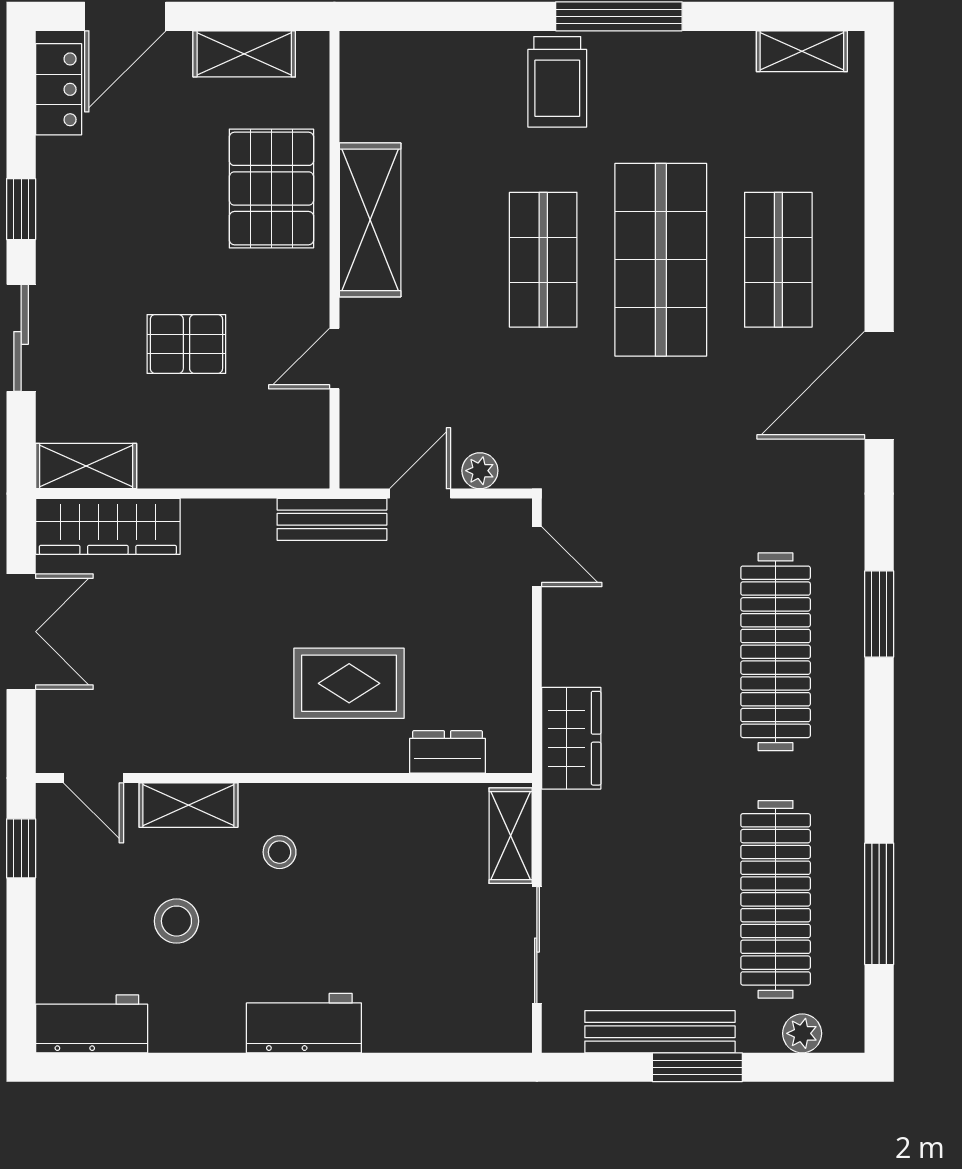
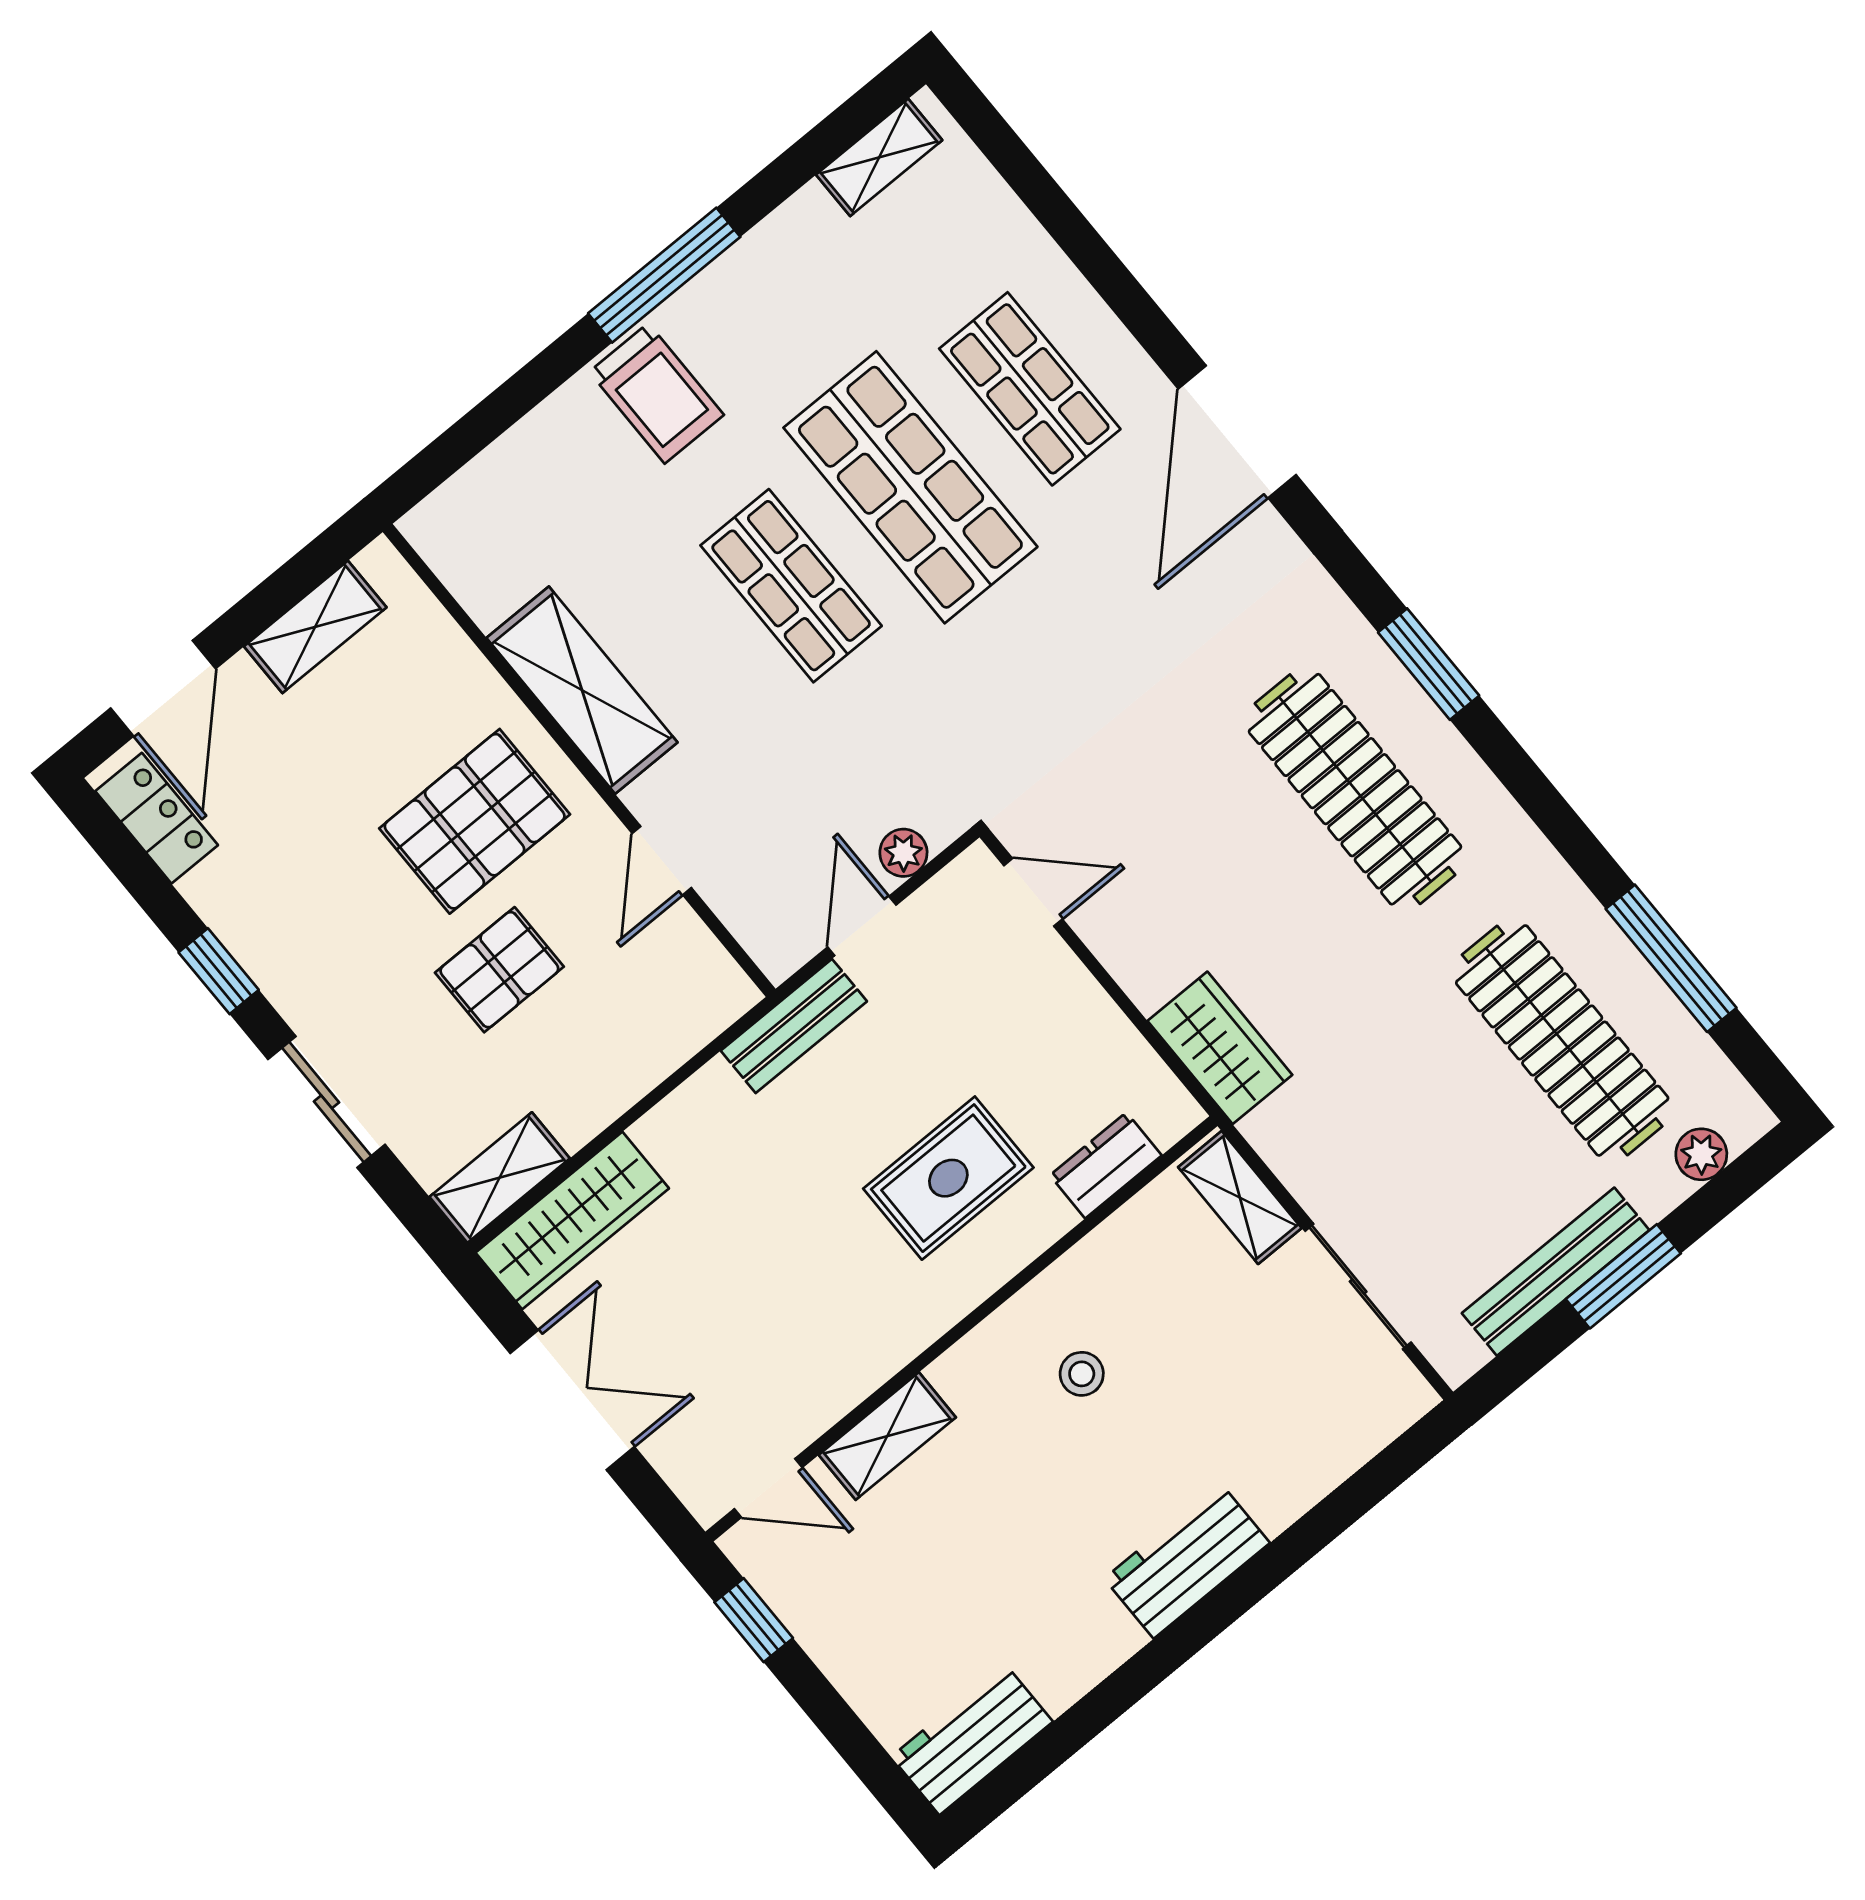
pallet: (271, 188) -> (475, 821), moved, turned 90
stool: (280, 852) -> (1082, 1374), moved
stool: (176, 921) -> (972, 1564), removed

